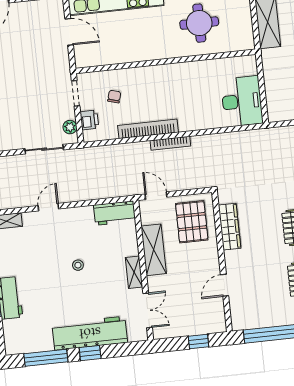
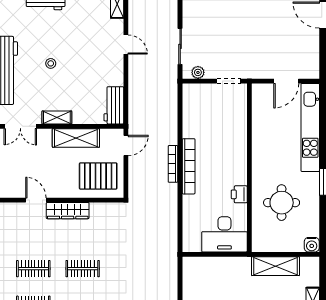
chair: (114, 97) -> (222, 117), removed
desk: (242, 101) -> (224, 234), moved
printer: (89, 120) -> (239, 194), moved, turned 90
bookcase: (148, 129) -> (189, 166), moved
wardrobe: (230, 227) -> (68, 211), moved
stool: (78, 265) -> (51, 63), moved

